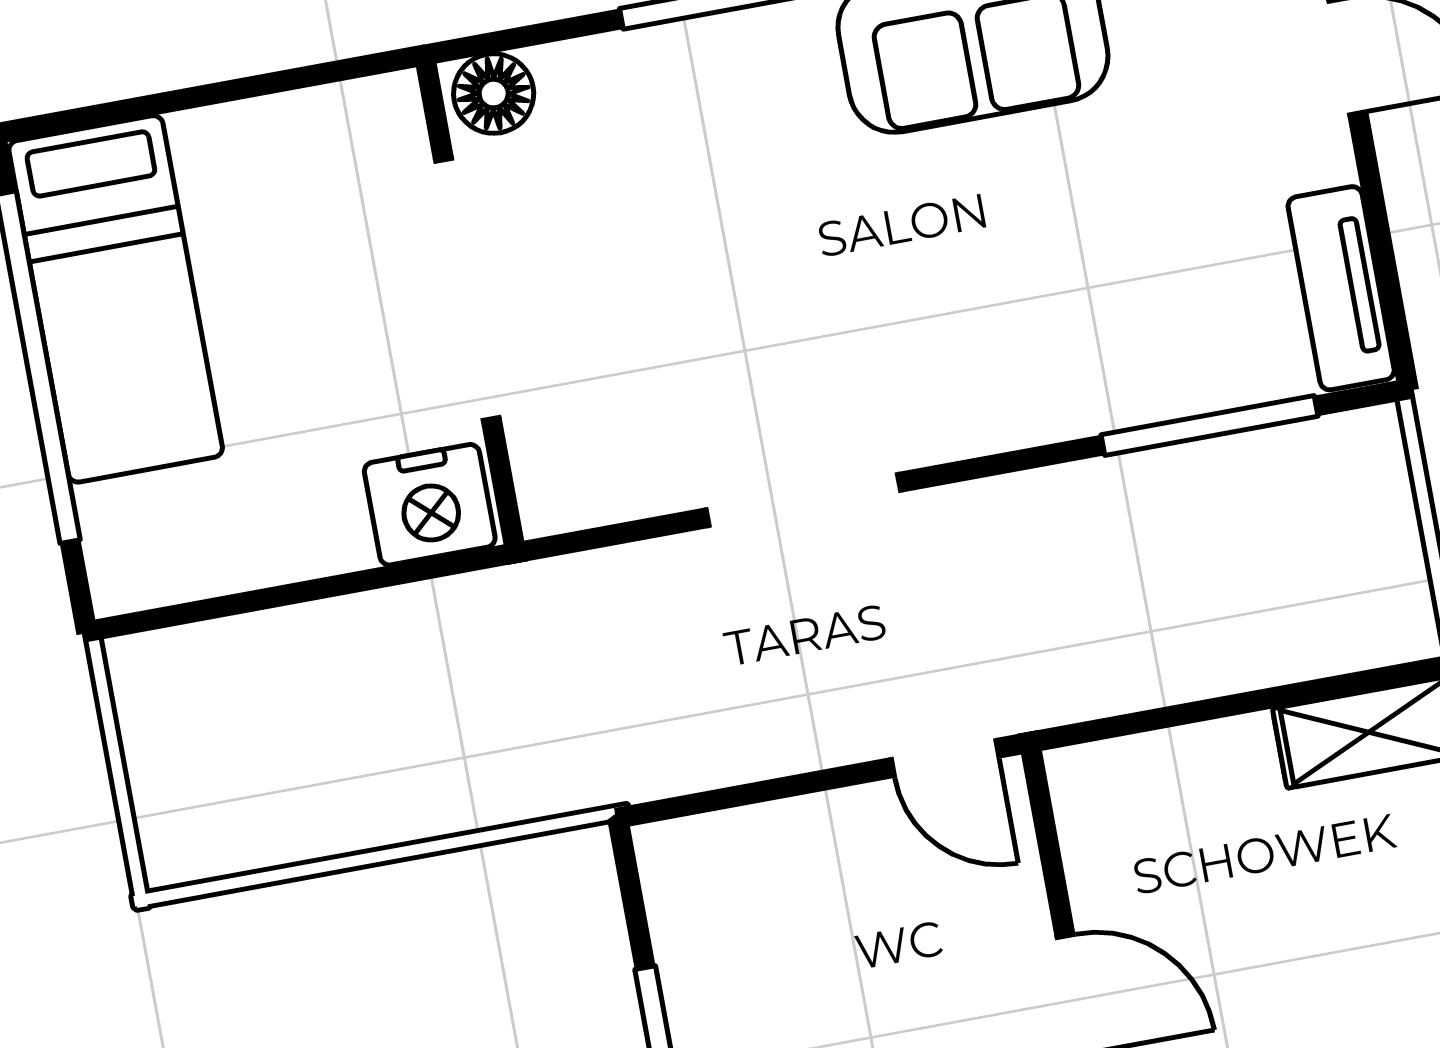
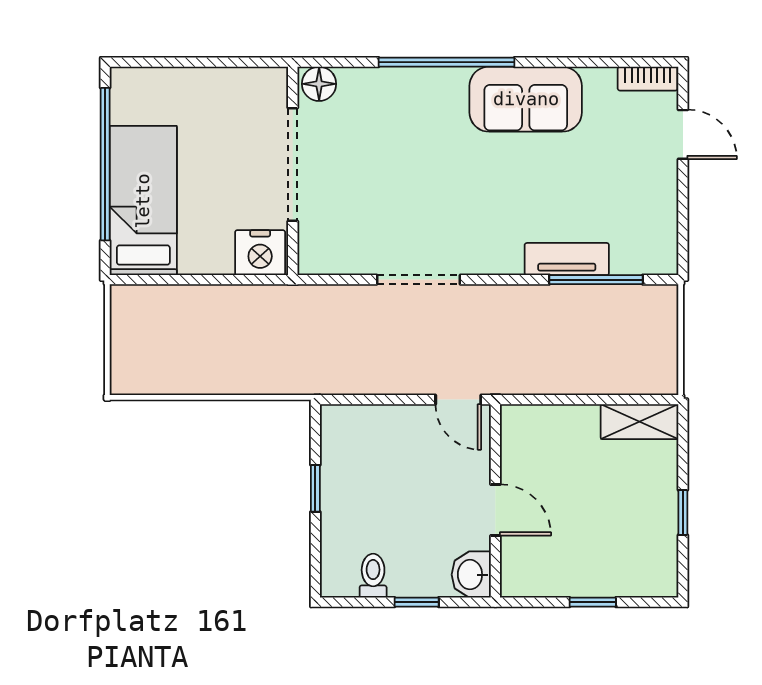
tv unit: (1341, 288) -> (567, 259), moved, turned 90
bed: (116, 299) -> (143, 201), moved, turned 180

